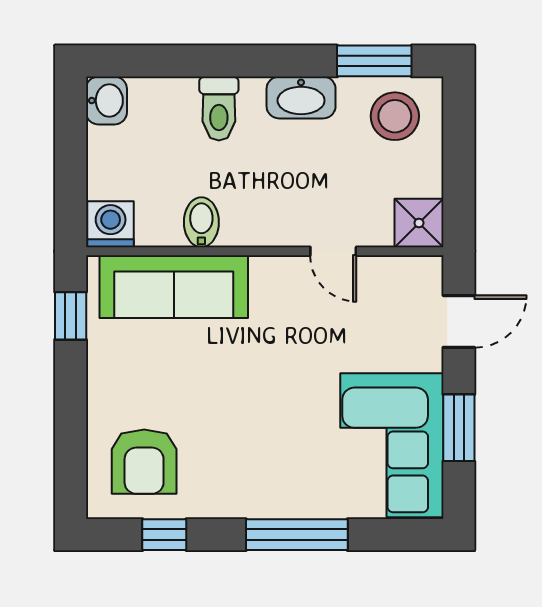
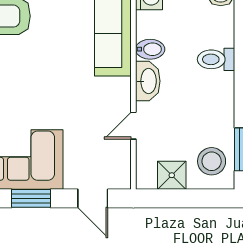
washbasin: (301, 98) -> (148, 81), moved, turned 180
shower: (419, 223) -> (172, 175), moved

